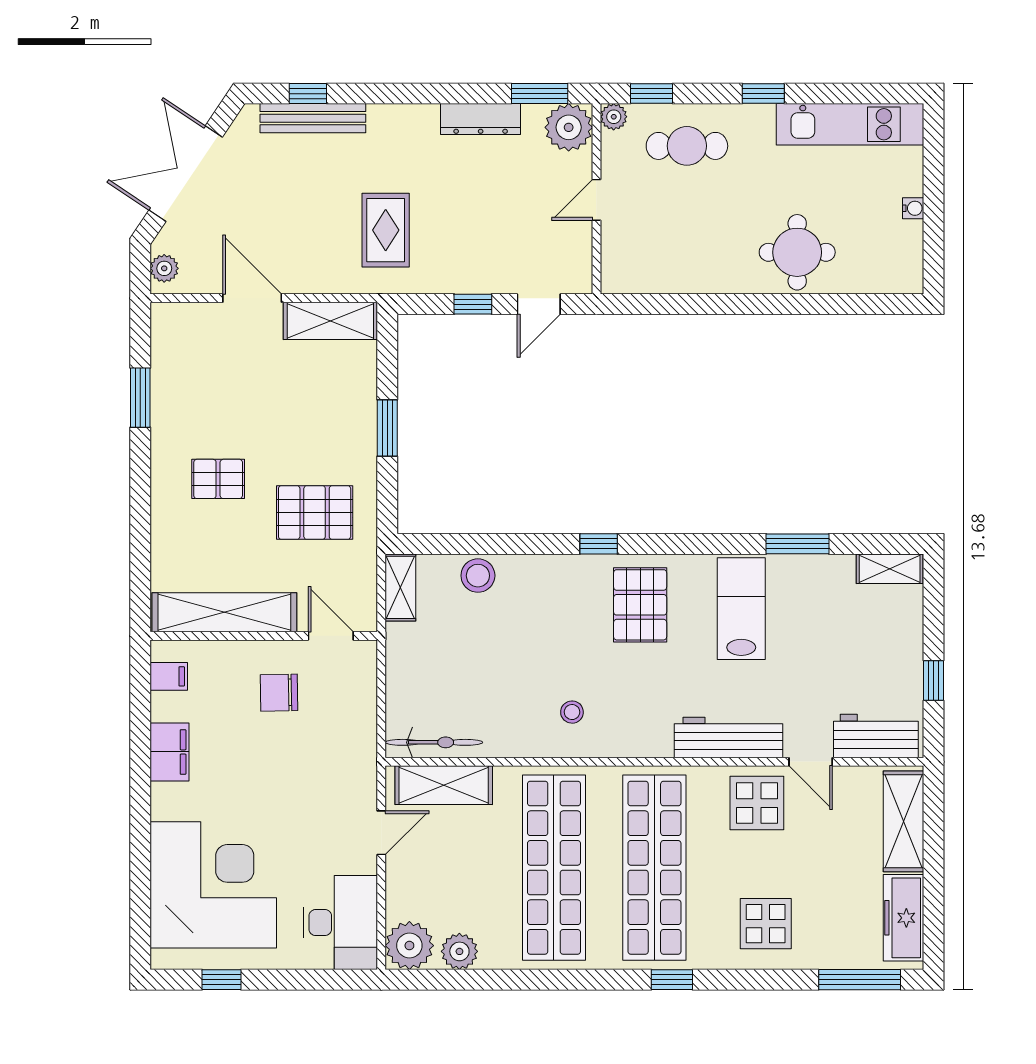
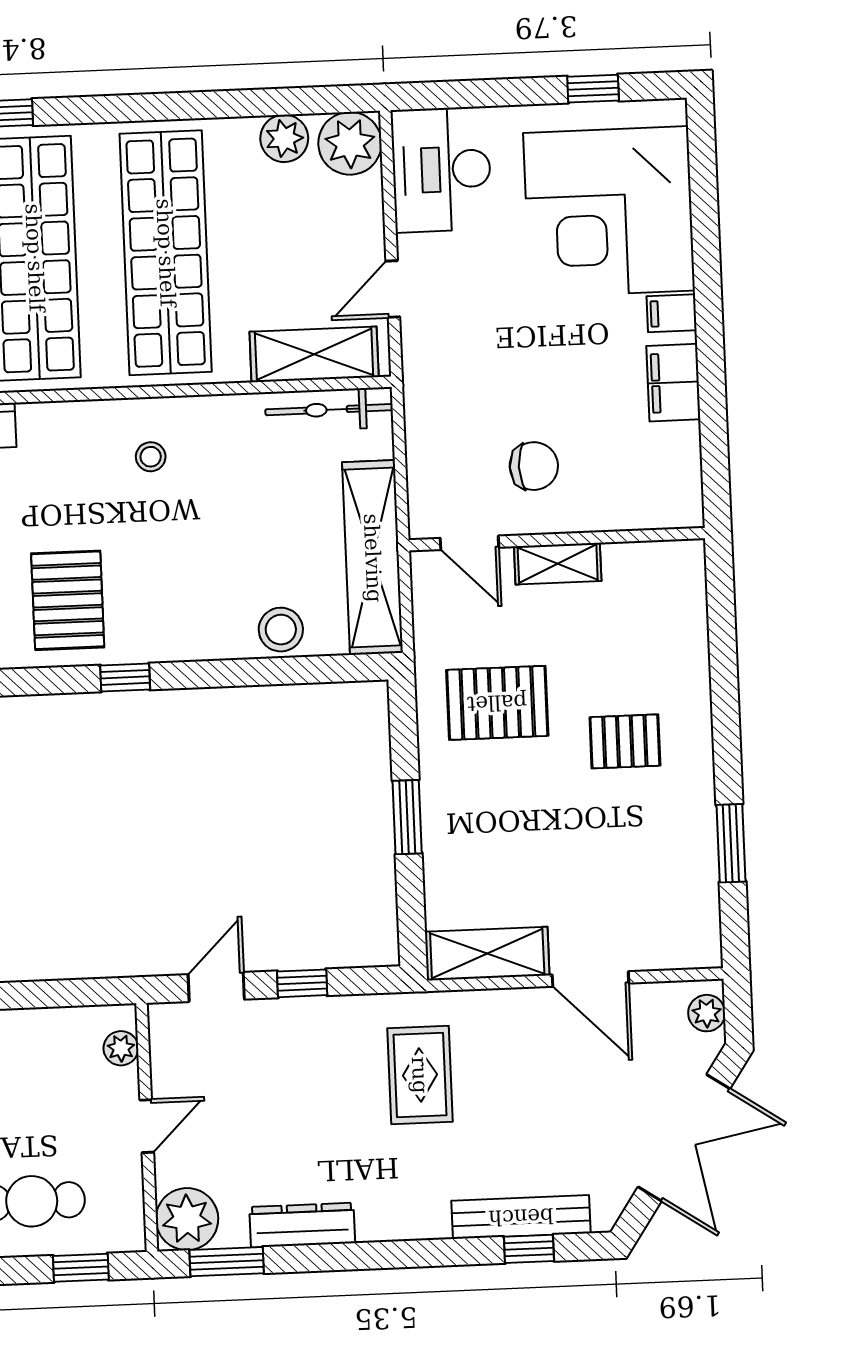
plant: (614, 117) -> (121, 1048), moved
shelving: (400, 587) -> (373, 558), width x2.20, depth x1.33
shelving: (224, 612) -> (558, 564), width x0.45, depth x0.75
filing cabinet: (169, 676) -> (672, 313), moved

